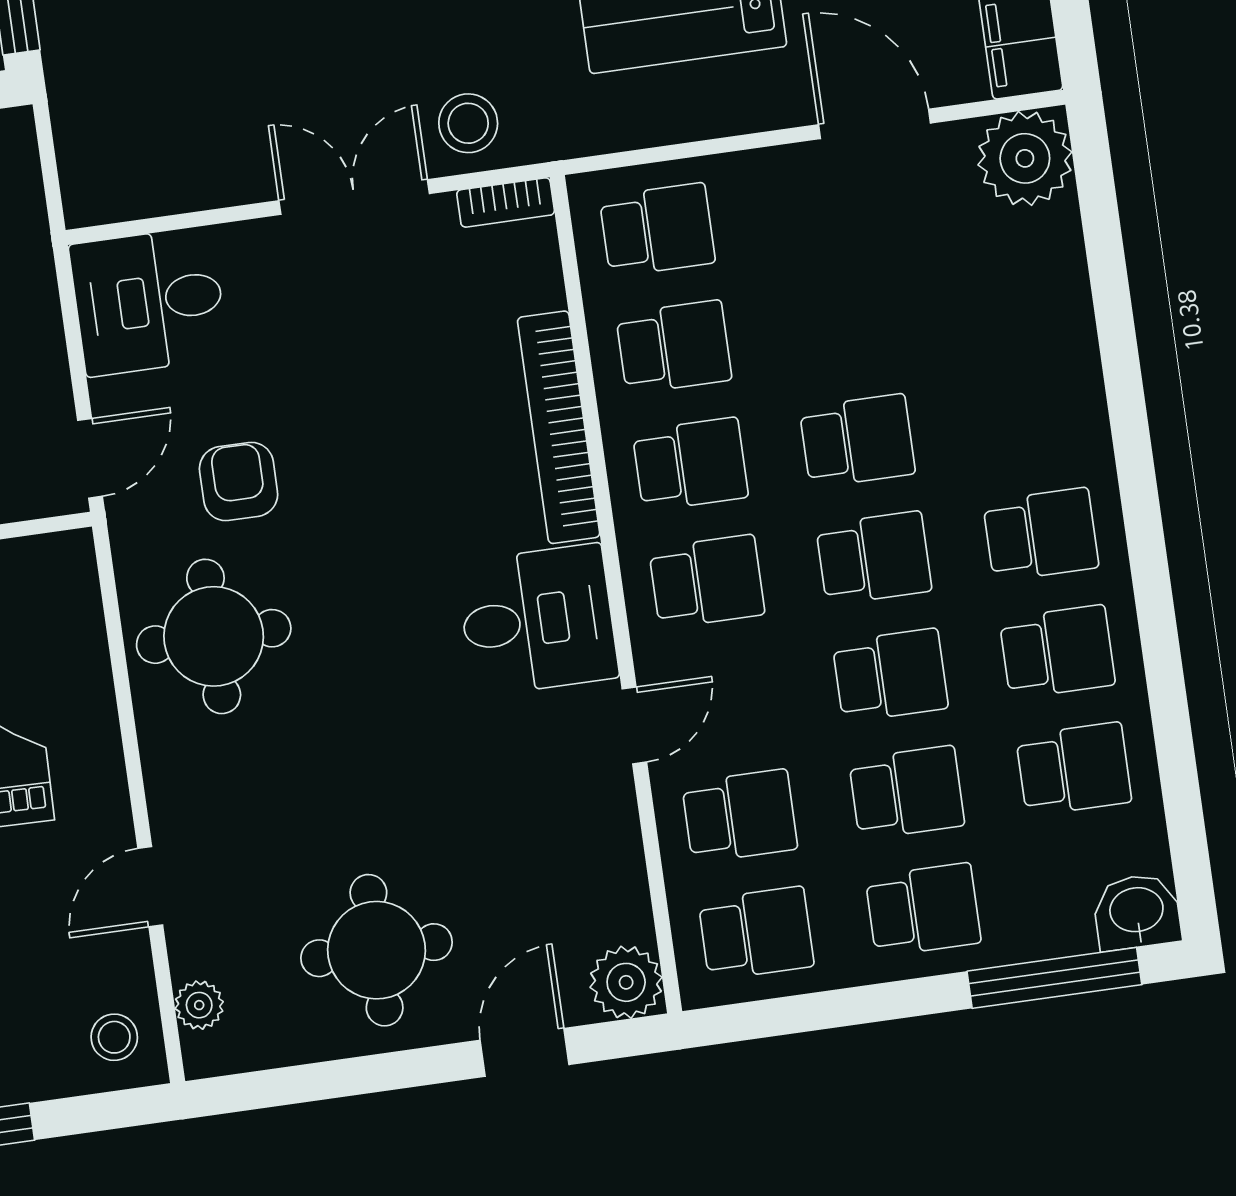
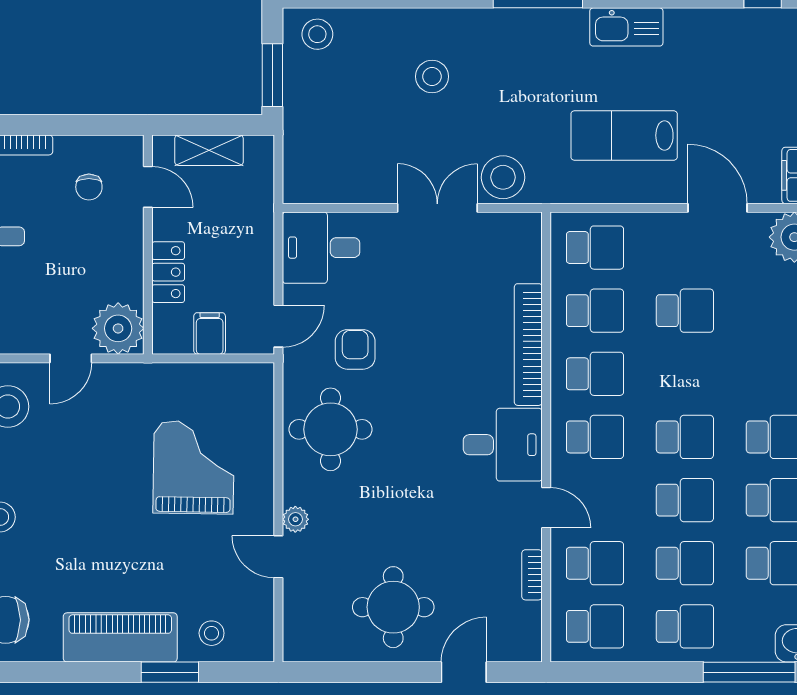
stool: (468, 123) -> (503, 177), width x1.38, depth x1.38
bookcase: (506, 202) -> (532, 575), moved, turned 90
school desk: (857, 441) -> (685, 311), moved
door: (634, 725) -> (546, 508), hinge flipped
door: (150, 887) -> (278, 557), hinge flipped
plant: (626, 982) -> (523, 643), removed
plant: (199, 1005) -> (295, 519), moved
stool: (114, 1037) -> (212, 633), moved

